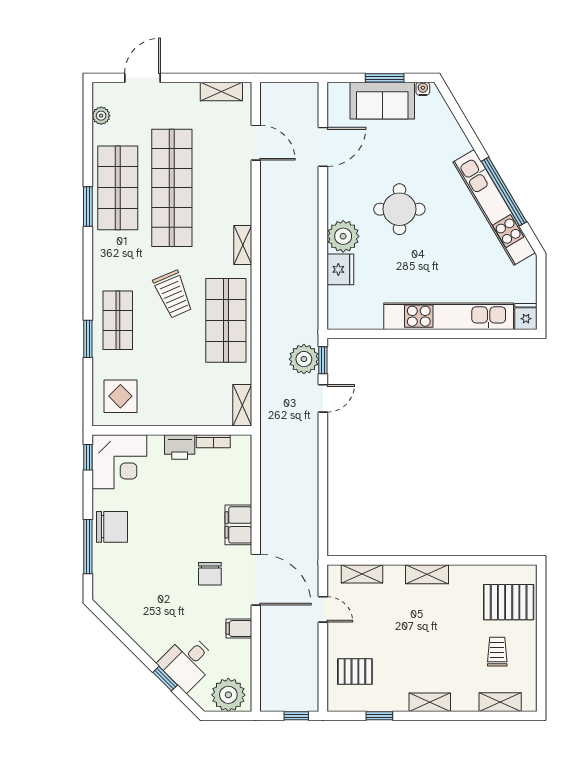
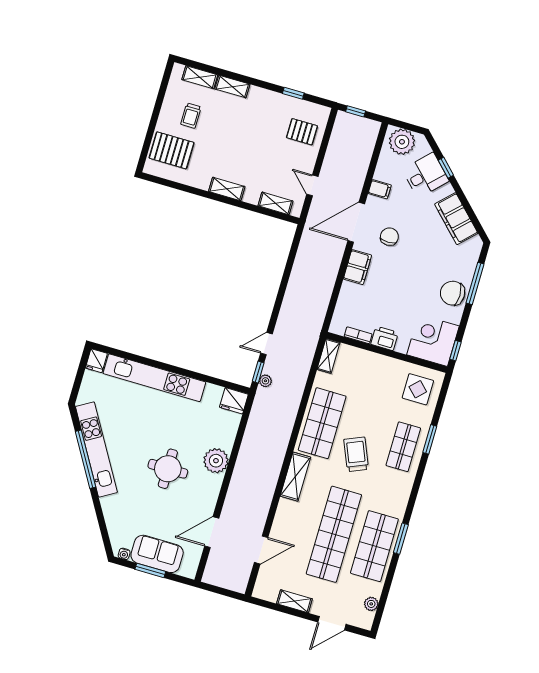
shelving: (221, 91) -> (294, 601), moved
door: (256, 143) -> (261, 550), swing flipped
shelving: (243, 245) -> (295, 477), width x1.50, depth x1.33
fridge: (340, 269) -> (234, 401), moved, turned -90
plant: (304, 359) -> (265, 381), width x0.53, depth x0.53
door: (256, 580) -> (356, 222), hinge flipped
filing cabinet: (134, 620) -> (456, 219), added
shelving: (430, 702) -> (232, 87), moved

